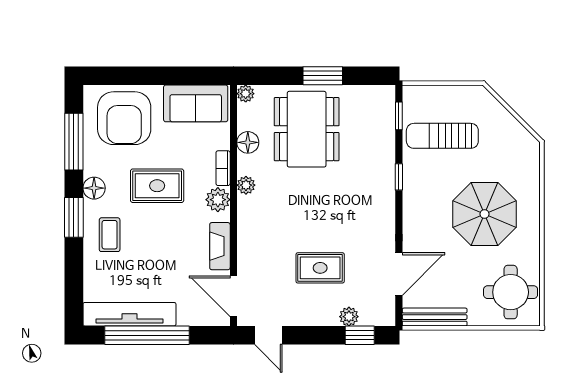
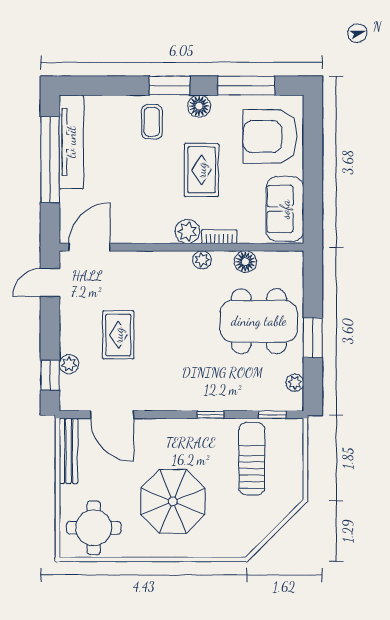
plant: (246, 94) -> (295, 383), moved
coffee table: (110, 235) -> (152, 122), turned 90
fireplace: (220, 246) -> (140, 233), removed

